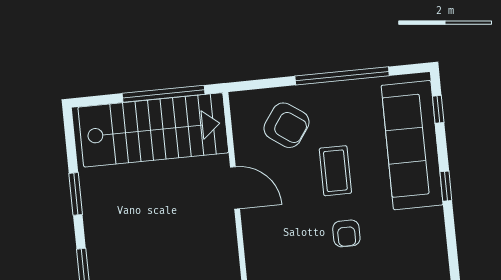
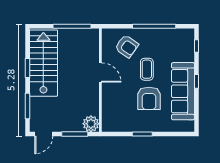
stairs: (153, 130) -> (43, 63), moved, turned -90
sofa: (412, 145) -> (183, 91), moved
armchair: (346, 233) -> (149, 98), width x1.88, depth x1.88

